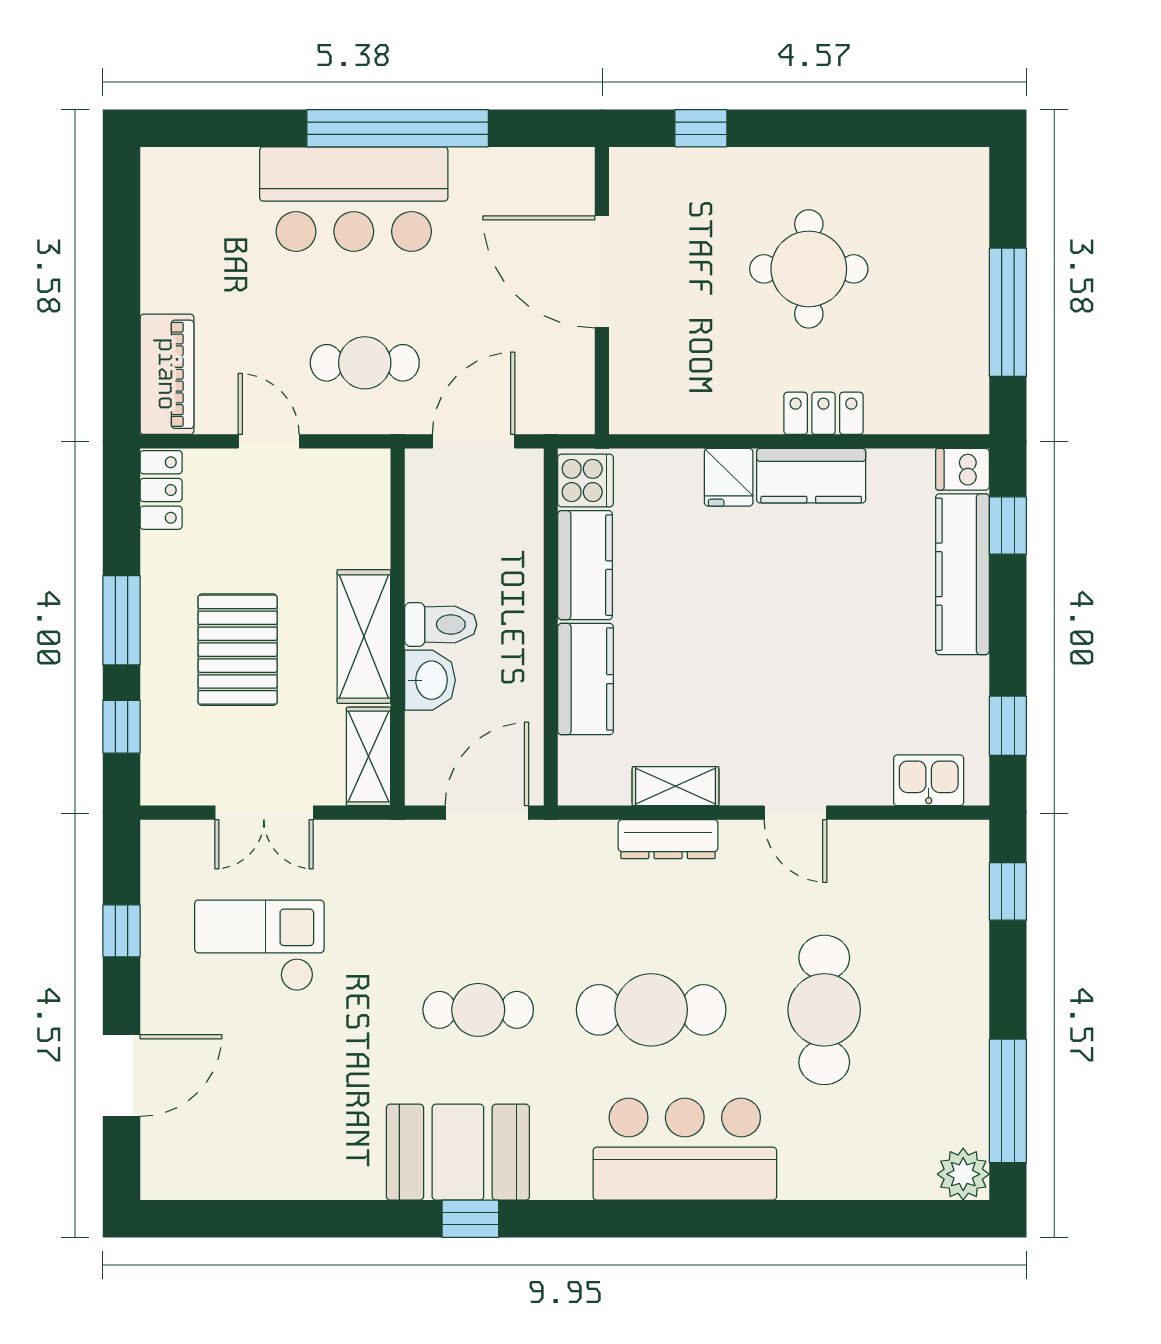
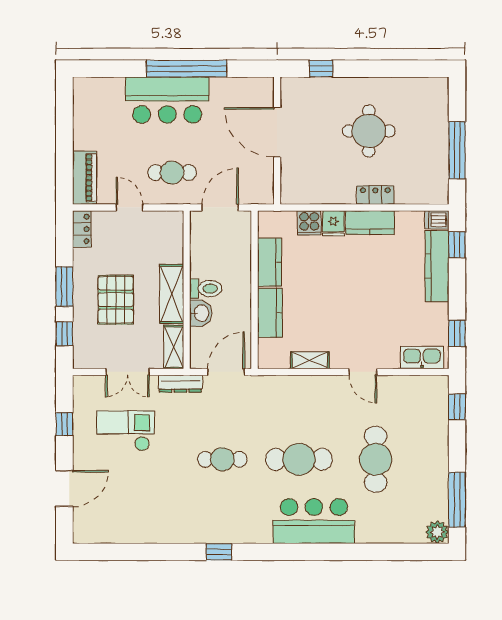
cooker: (586, 480) -> (309, 223), moved, turned 90
kitchen sink: (929, 780) -> (422, 358), width x1.38
dresser: (668, 839) -> (180, 384), moved
booth: (458, 1152) -> (213, 522), removed

